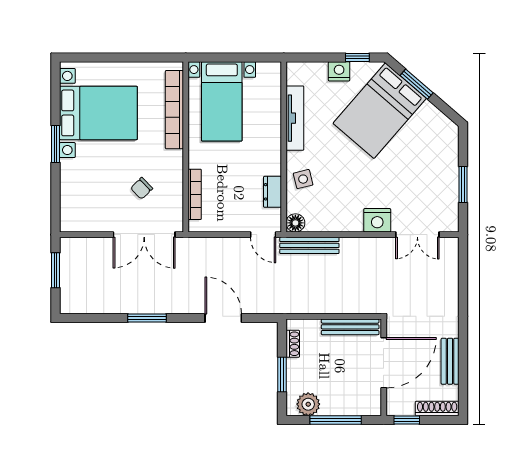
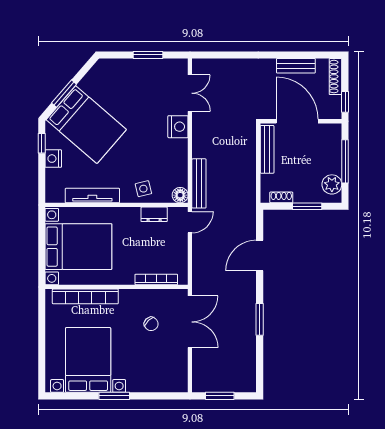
bed with nightstands: (222, 101) -> (78, 247), width x1.36

